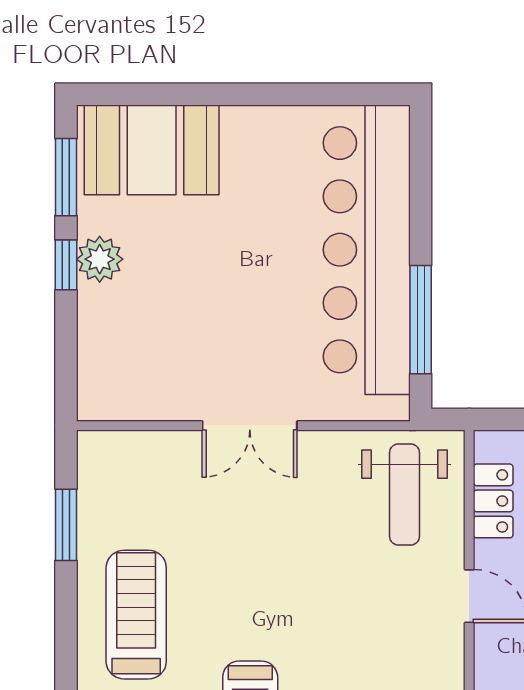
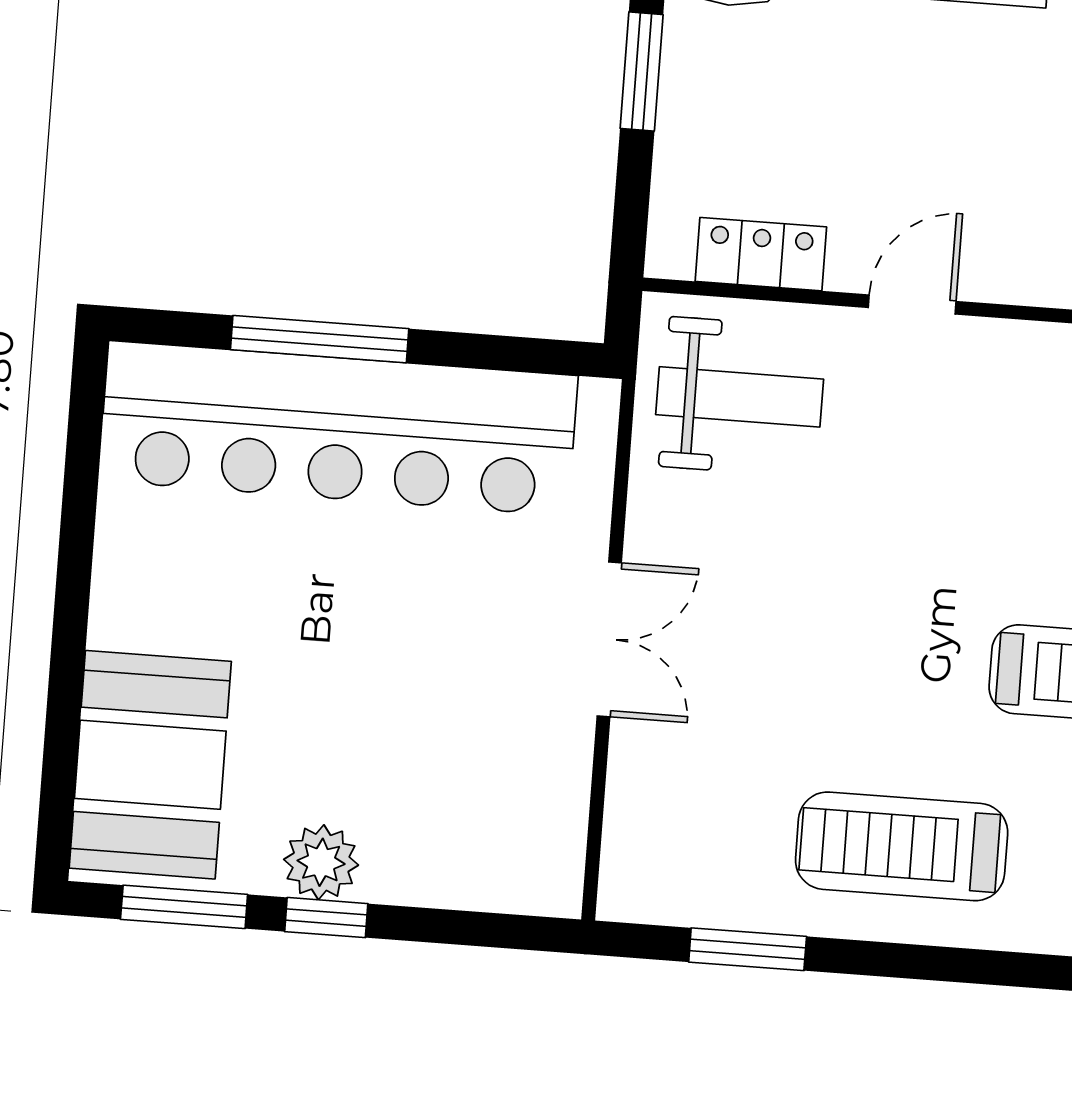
window: (421, 320) -> (320, 339), moved

